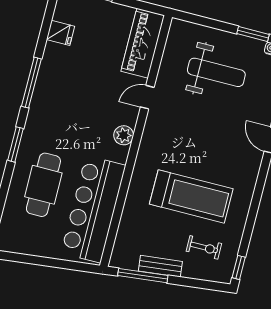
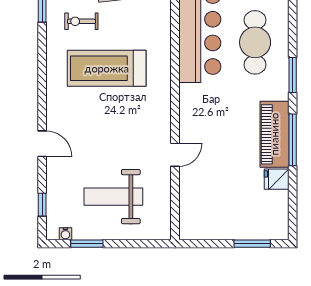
fridge: (60, 33) -> (277, 179), moved
piano: (143, 43) -> (274, 134), moved, turned 180
plant: (124, 135) -> (189, 111), removed

